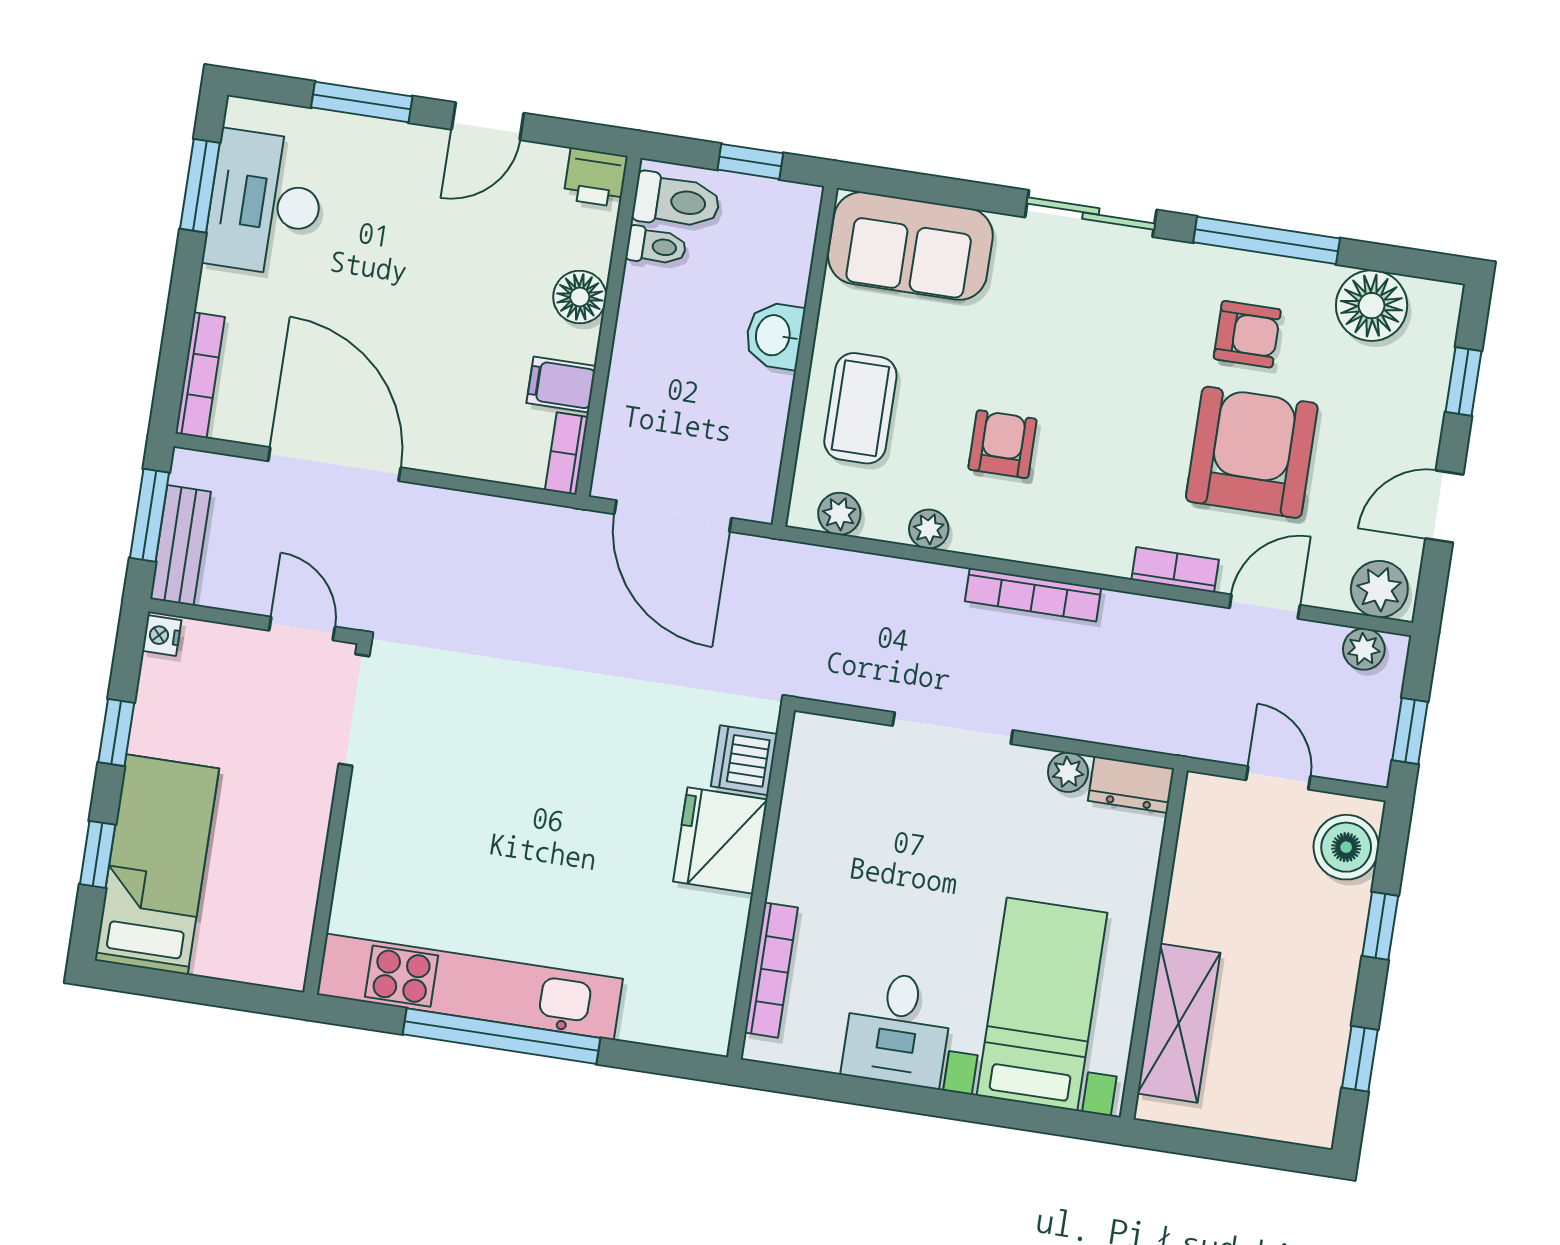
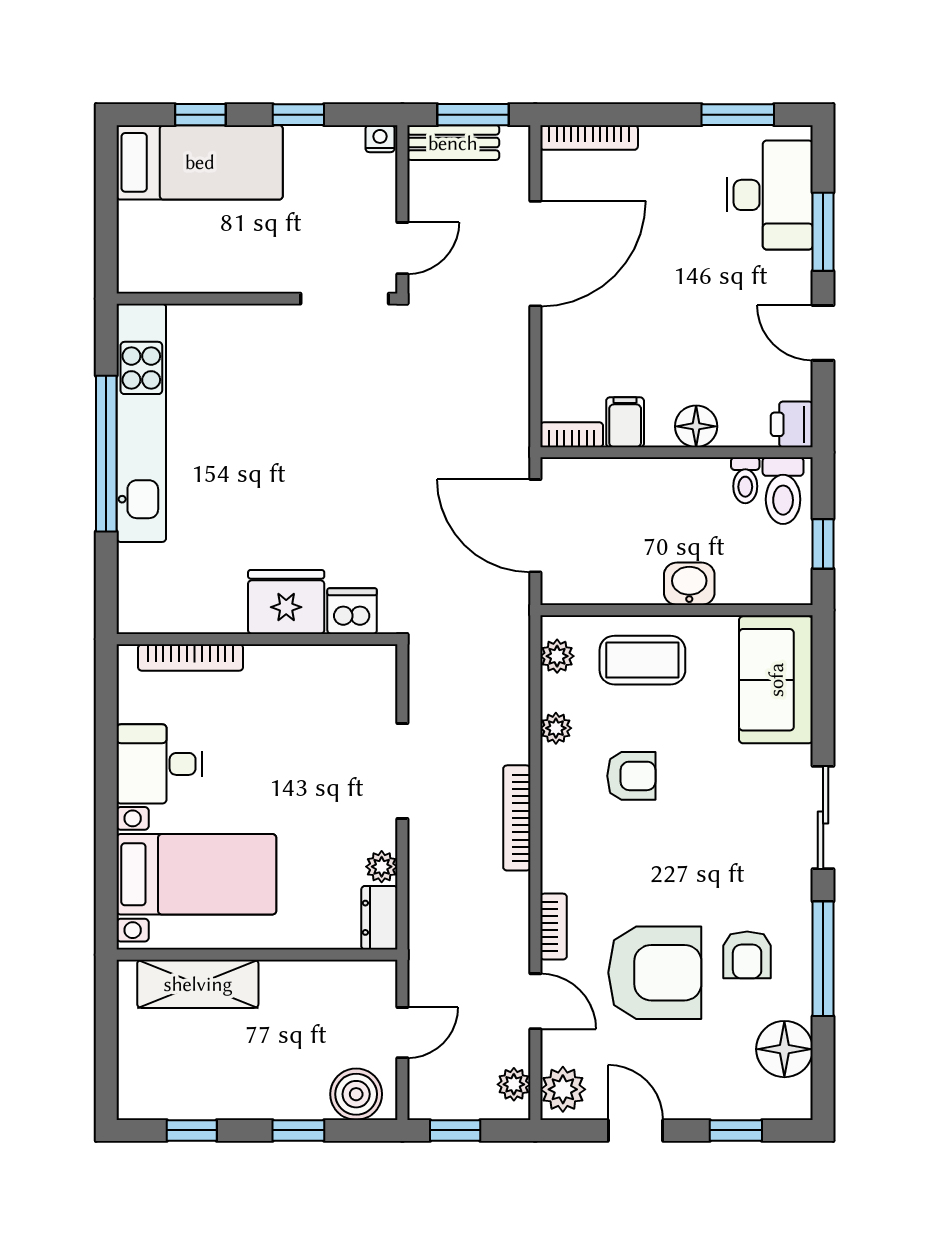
desk: (265, 203) -> (770, 195), moved, turned 90
door: (673, 516) -> (535, 526), hinge flipped

